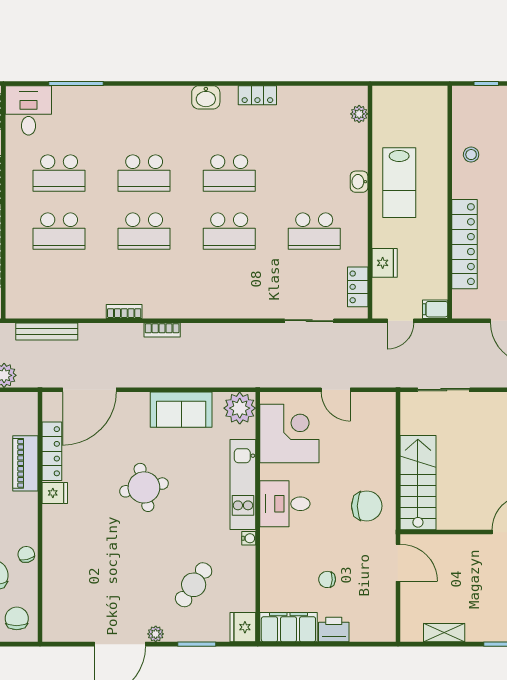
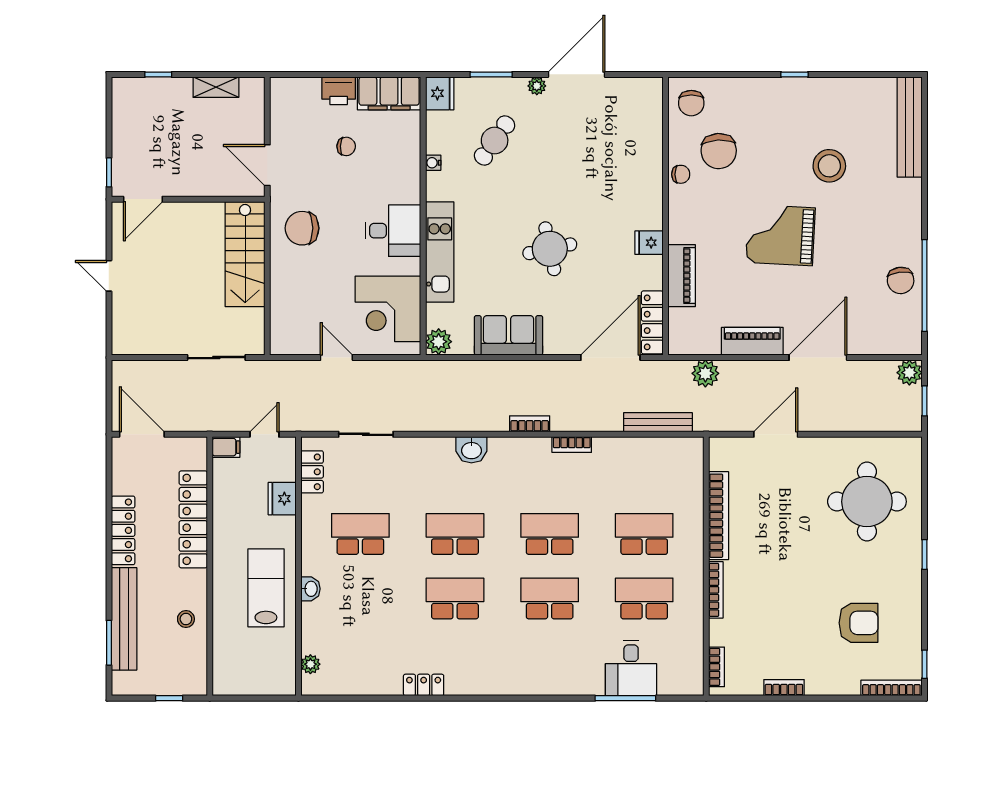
washbasin: (206, 97) -> (471, 450), moved, turned 180
desk: (28, 110) -> (631, 668), moved
plant: (240, 408) -> (439, 342), width x0.73, depth x0.73
locker: (52, 451) -> (652, 322), moved
water cooler: (249, 538) -> (433, 163), moved
chair: (26, 554) -> (681, 174), turned -76

